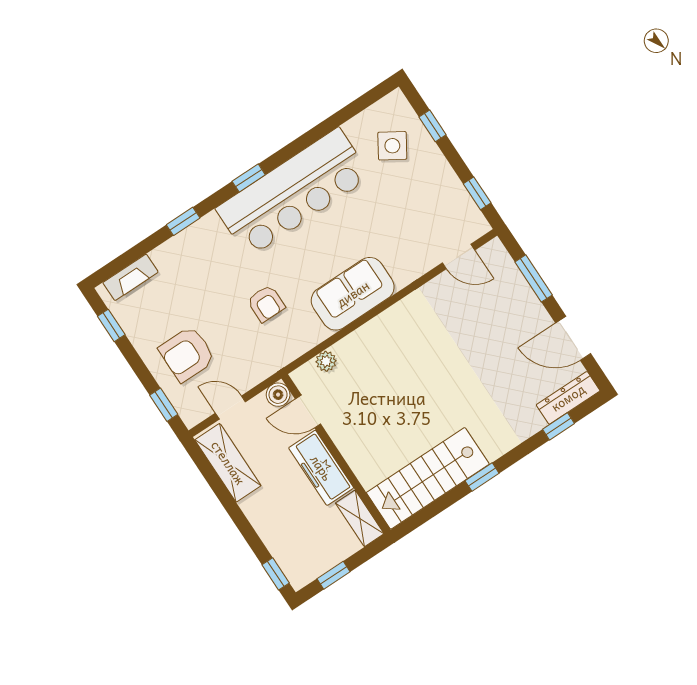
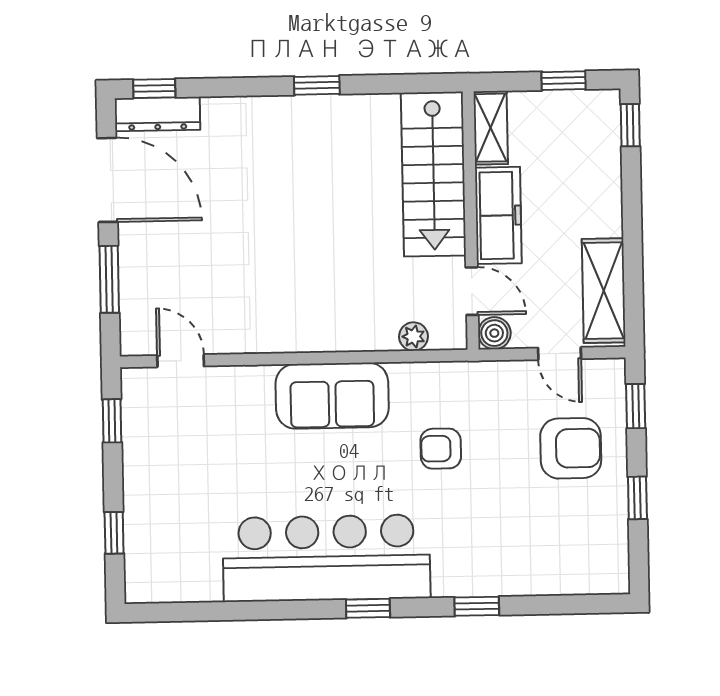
side table: (392, 146) -> (176, 539), removed
fireplace: (130, 277) -> (580, 580), removed
armchair: (266, 304) -> (441, 449), turned -90
window: (111, 325) -> (637, 498), moved
door: (573, 338) -> (107, 180), width x1.36
window: (558, 426) -> (154, 88), moved
stairs: (428, 478) -> (433, 174), moved, turned 90

